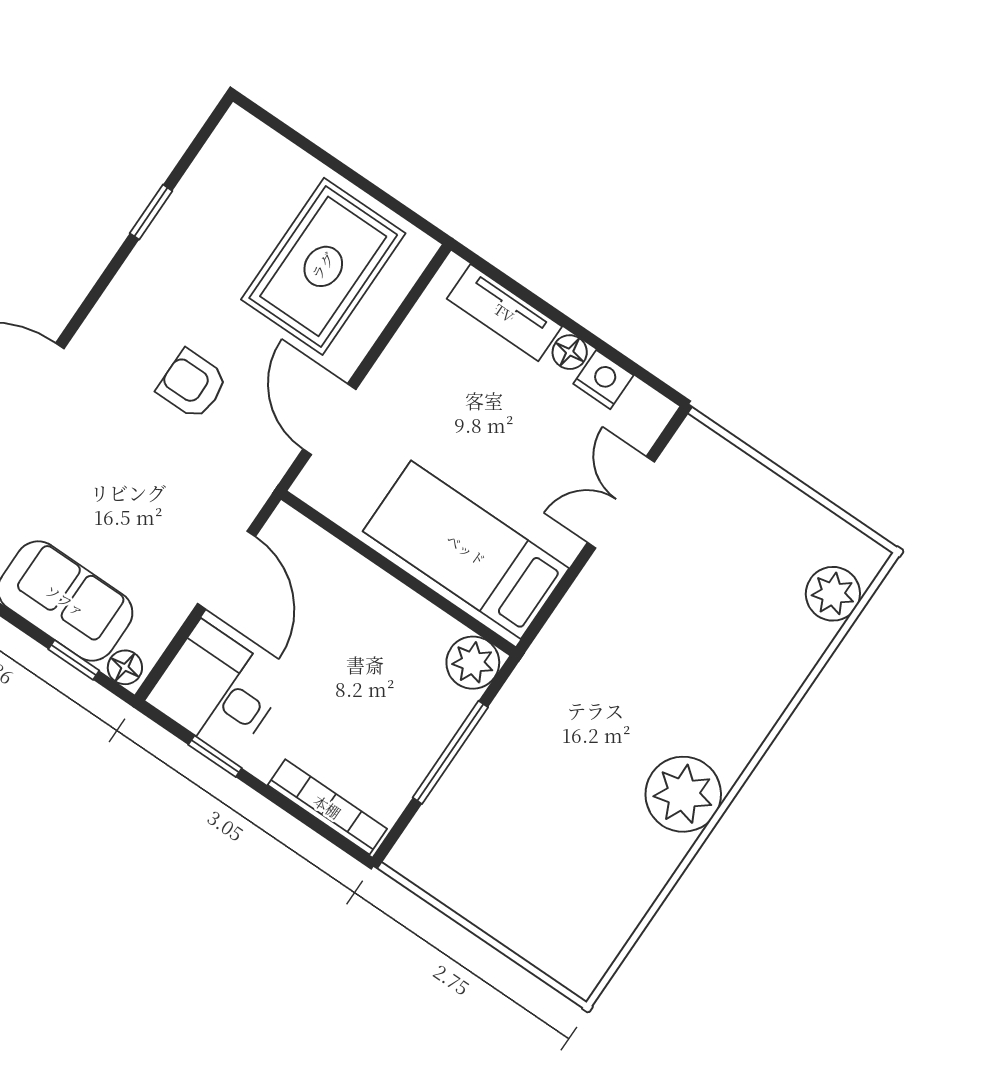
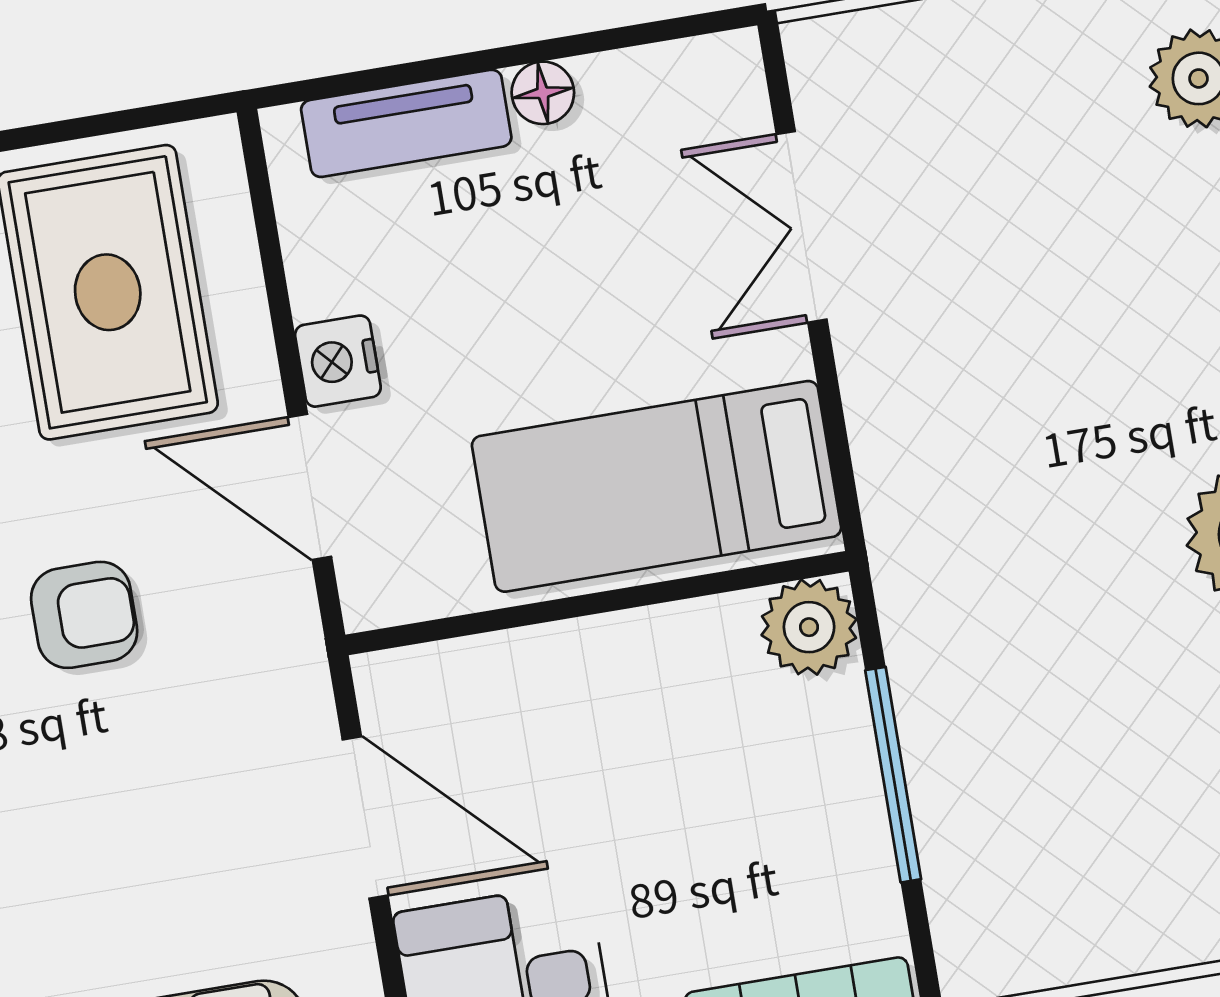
nightstand: (603, 380) -> (338, 361), moved, turned -90
armchair: (192, 384) -> (84, 615), turned 180

